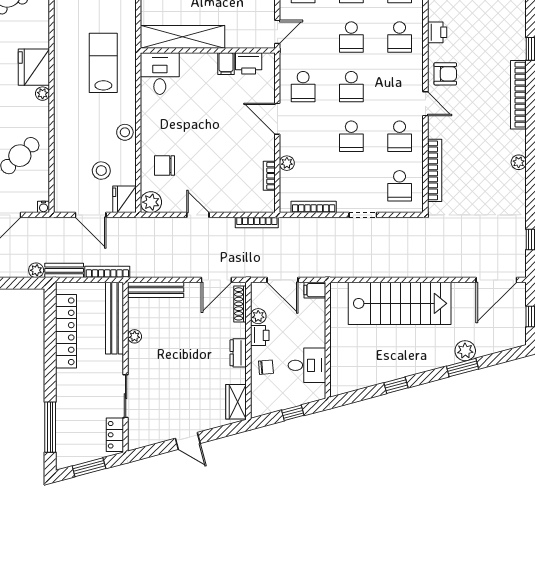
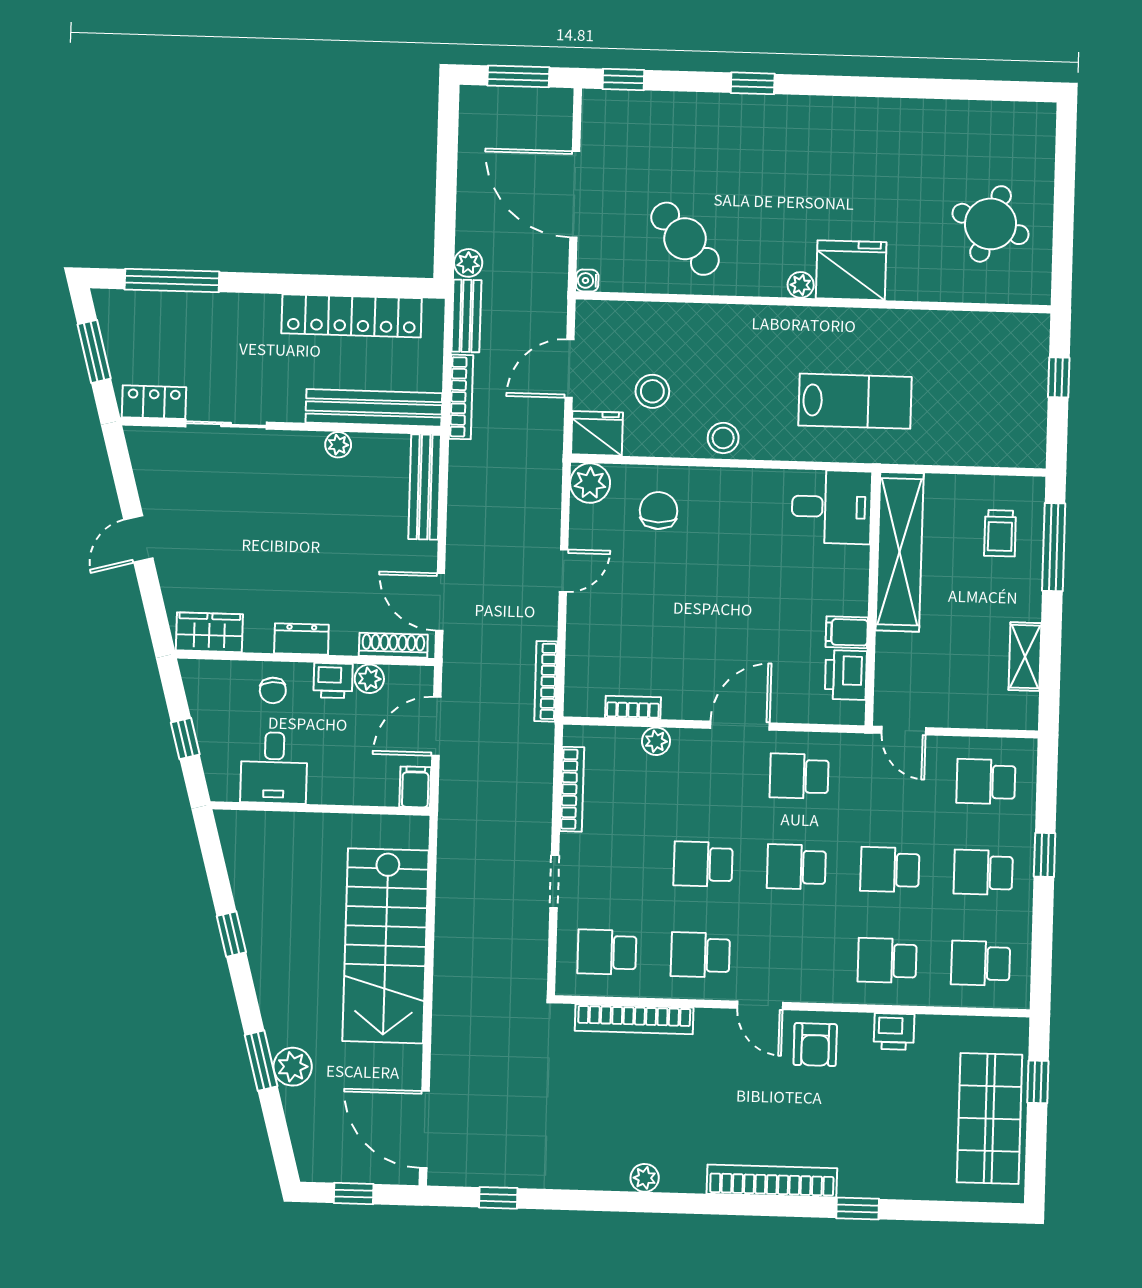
door: (425, 104) -> (760, 1005), hinge flipped

